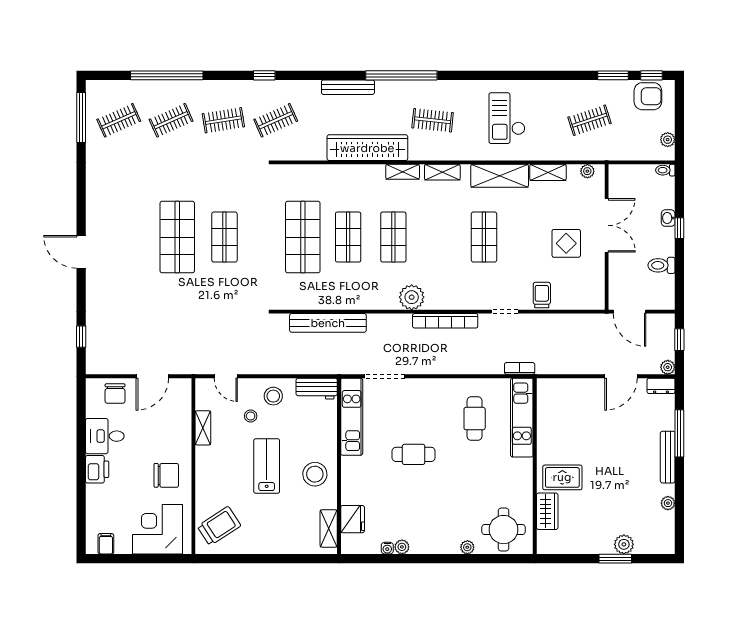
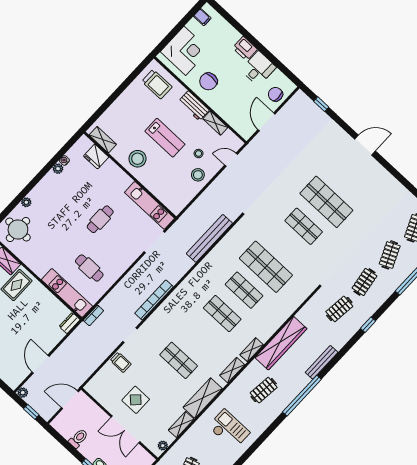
clothes rail: (276, 120) -> (339, 309), turned 30
plant: (412, 297) -> (182, 294), removed
dresser: (661, 386) -> (70, 323), moved
workbench: (317, 389) -> (194, 106), moved, turned -90
trolley: (219, 526) -> (157, 84), turned -57

